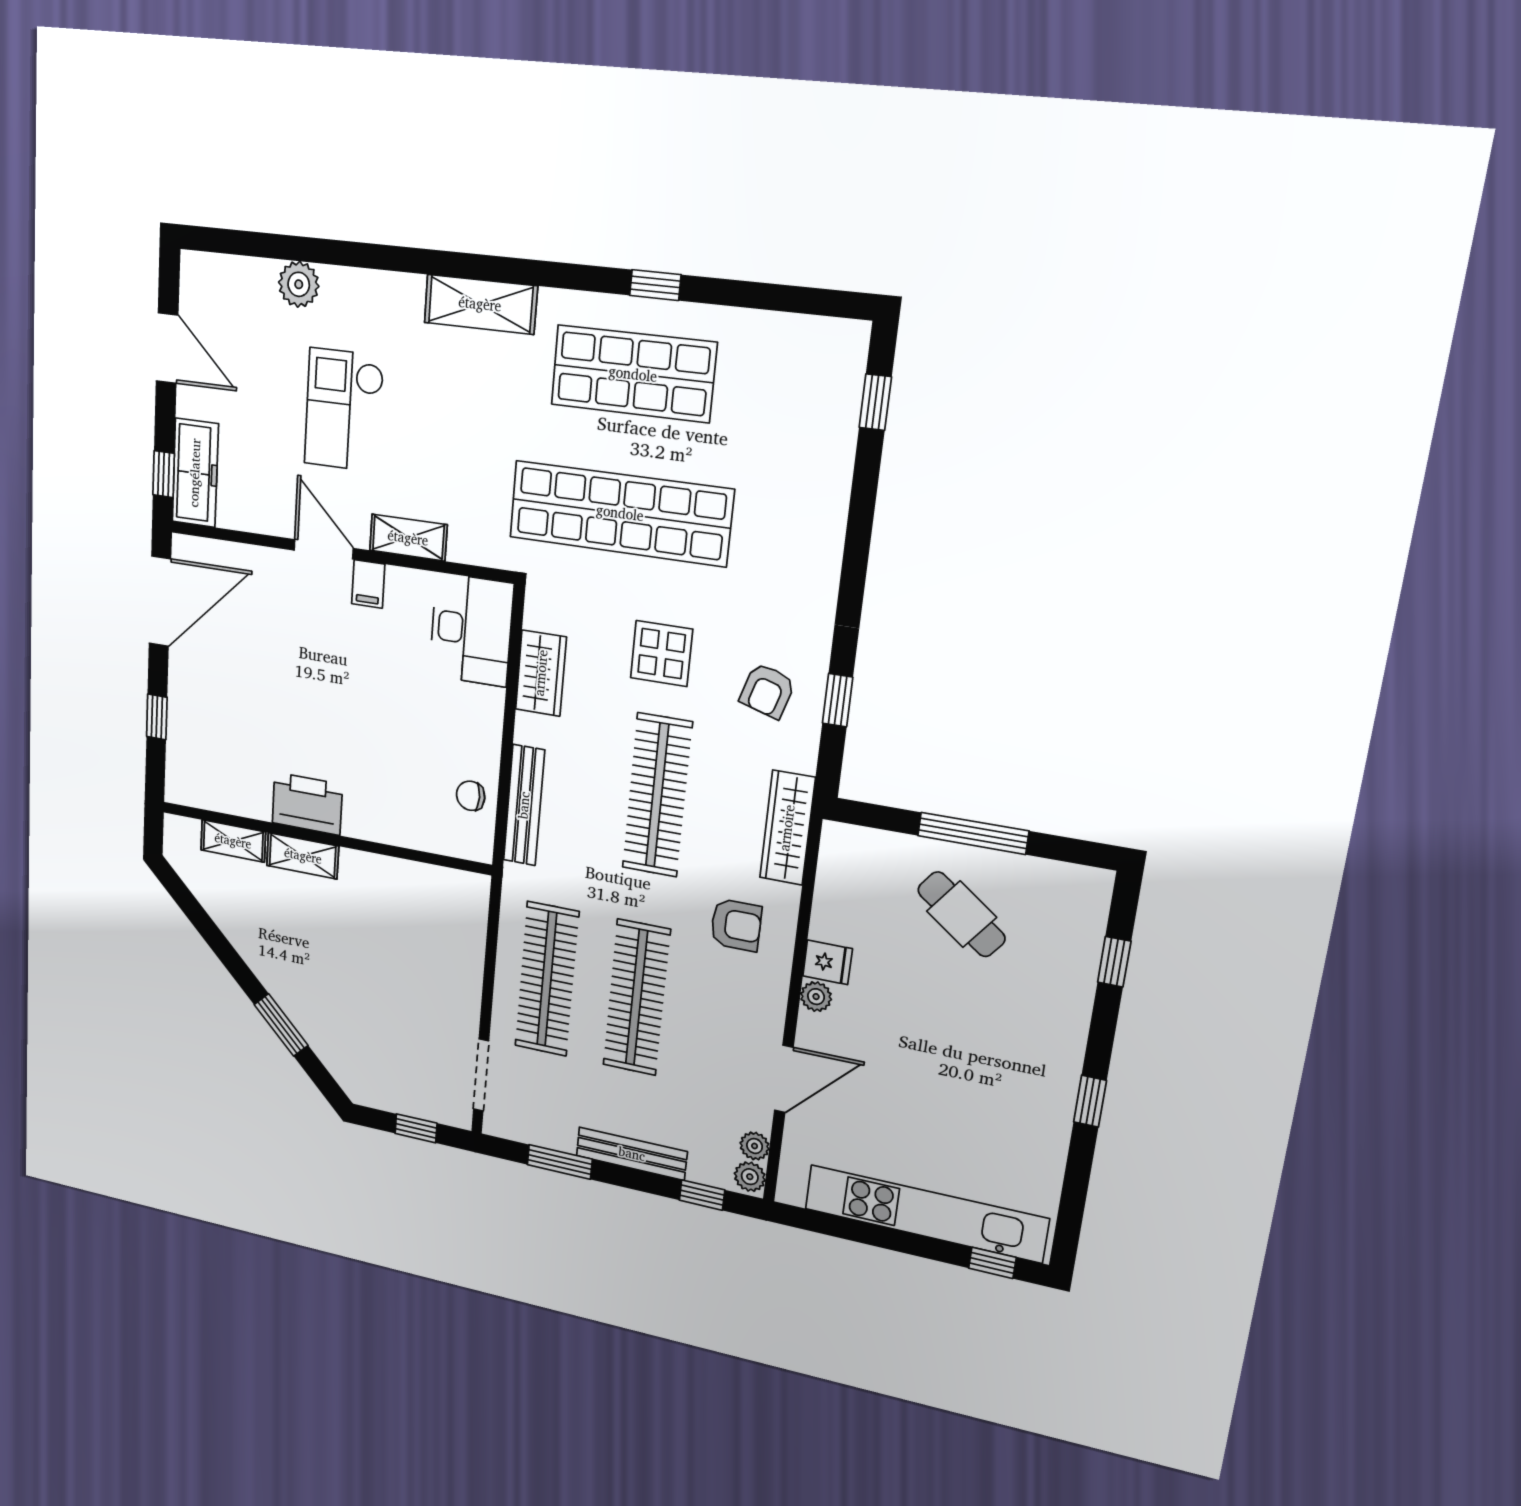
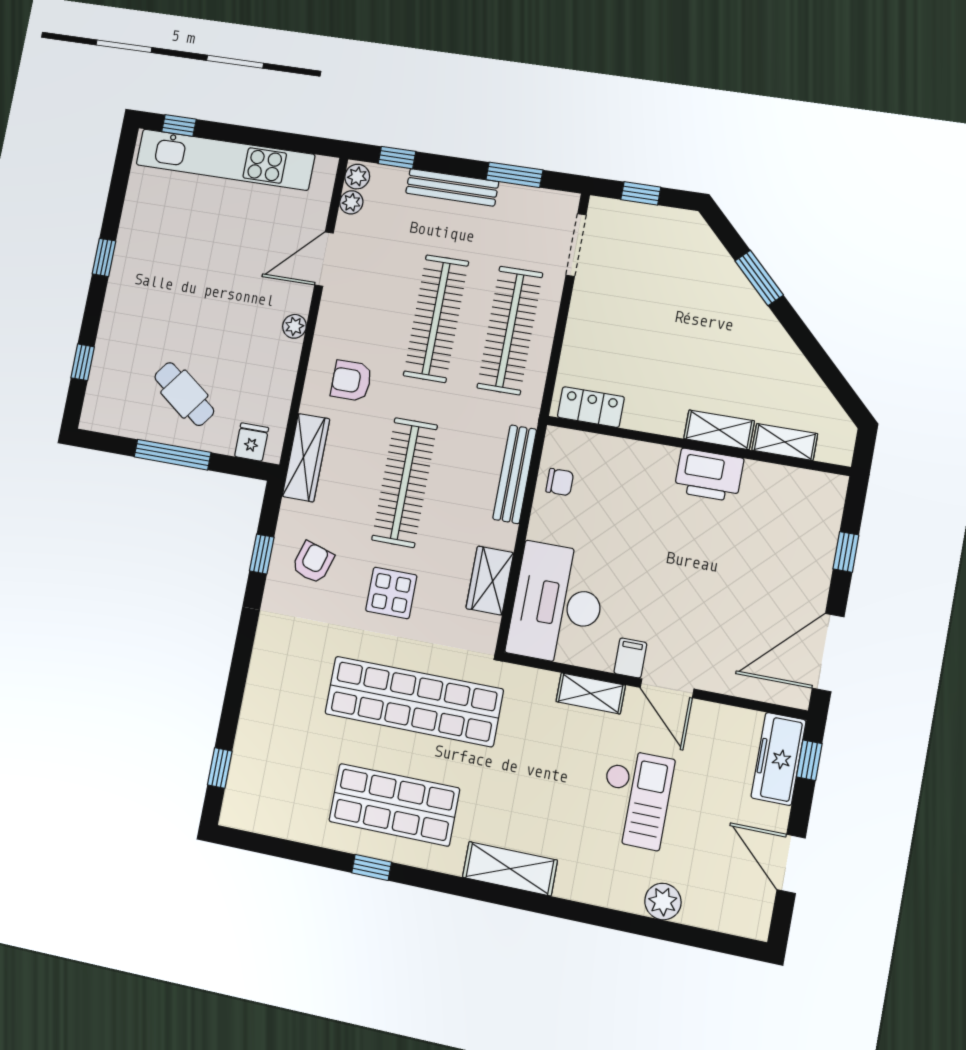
desk: (471, 630) -> (557, 604), width x1.36, depth x1.30
locker: (445, 885) -> (591, 407), added
fridge: (827, 962) -> (252, 442), moved, turned 90

